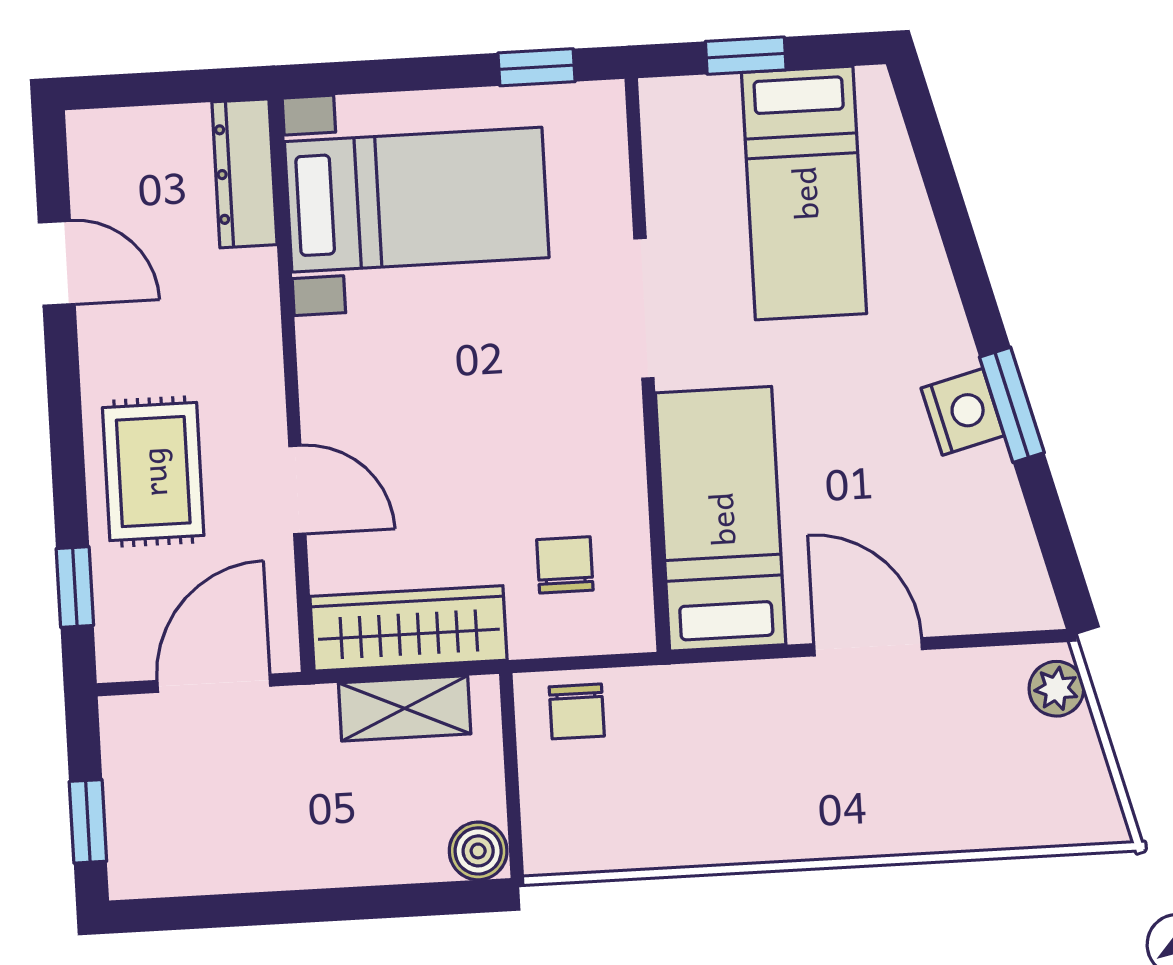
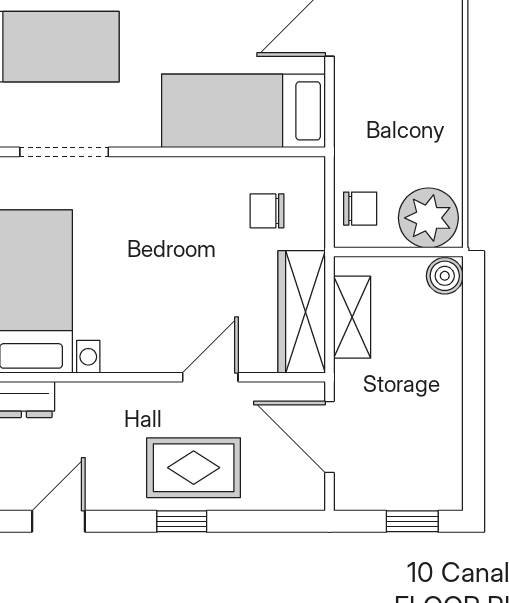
doorway: (644, 308) -> (64, 152), moved
window: (75, 587) -> (182, 521), moved
plant: (568, 820) -> (428, 218), added

